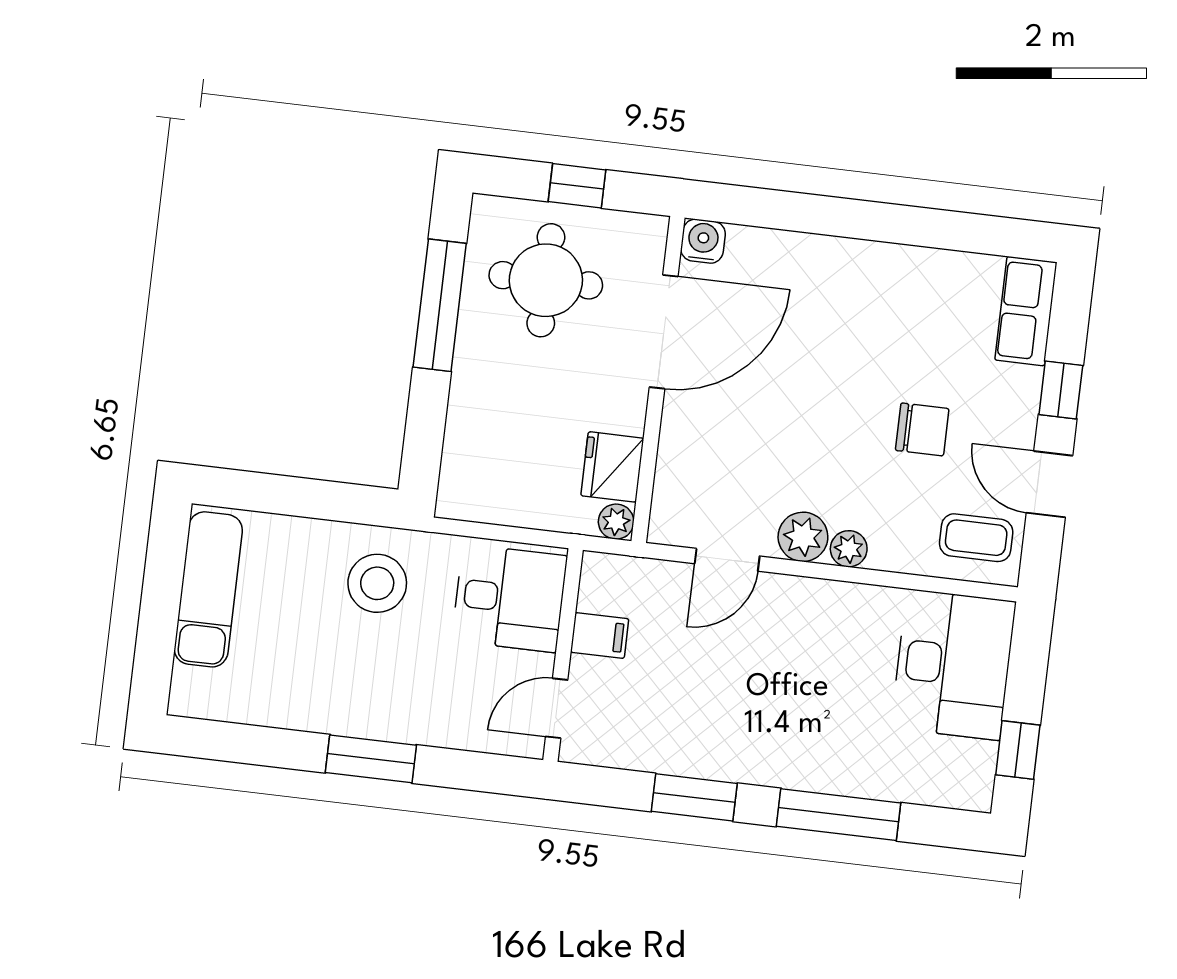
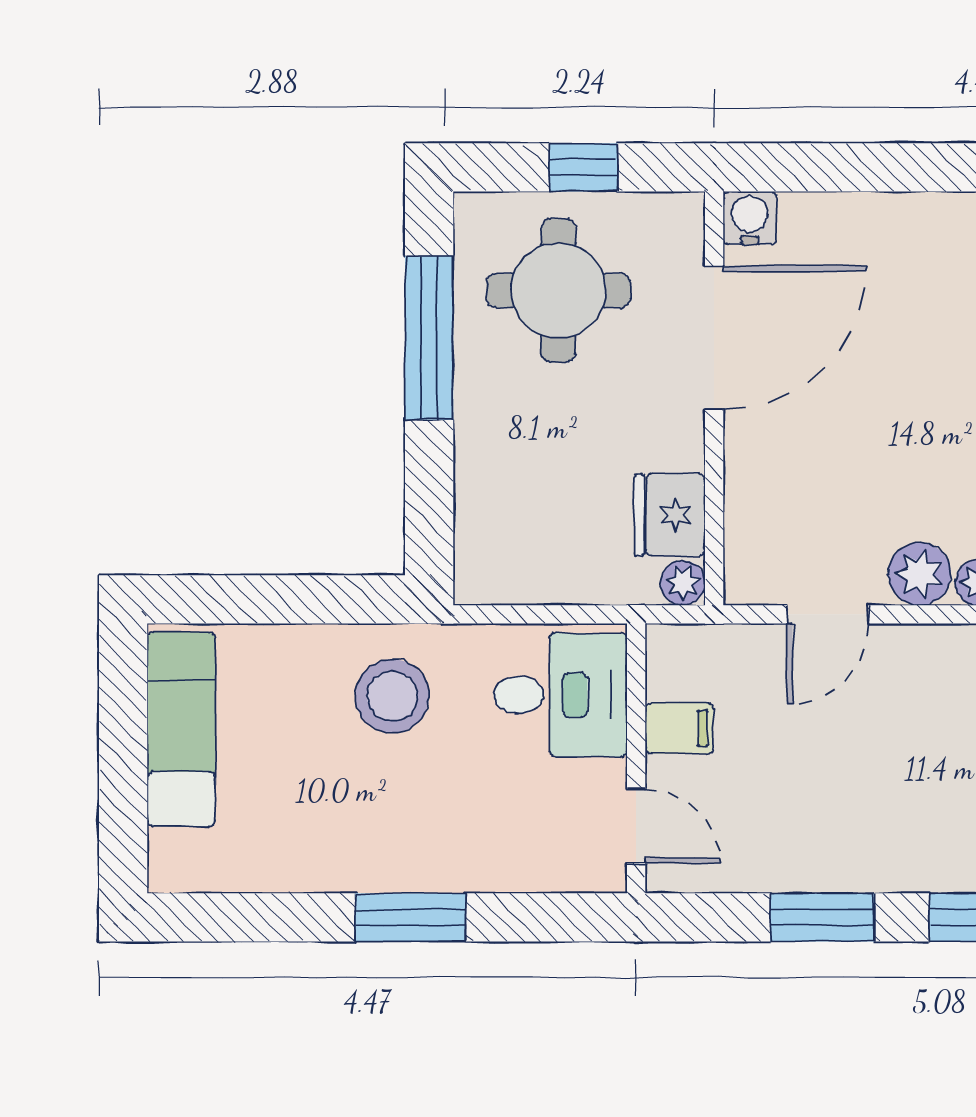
door: (557, 708) -> (636, 826), swing flipped

